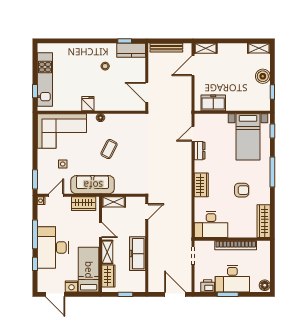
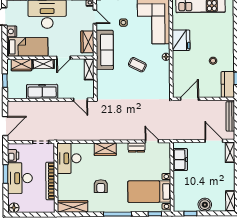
fridge: (88, 104) -> (181, 40), width x1.88, depth x1.34

